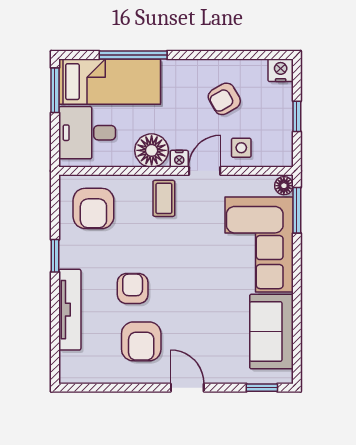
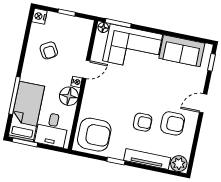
side table: (241, 148) -> (78, 47), removed
door: (205, 171) -> (86, 69), swing flipped
coffee table: (164, 198) -> (97, 95), removed
armchair: (93, 208) -> (94, 135), width x1.36, depth x1.36
armchair: (133, 289) -> (143, 122), turned 180
plant: (73, 367) -> (179, 164), added

